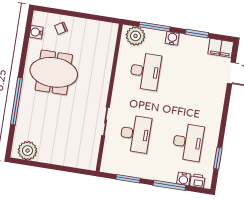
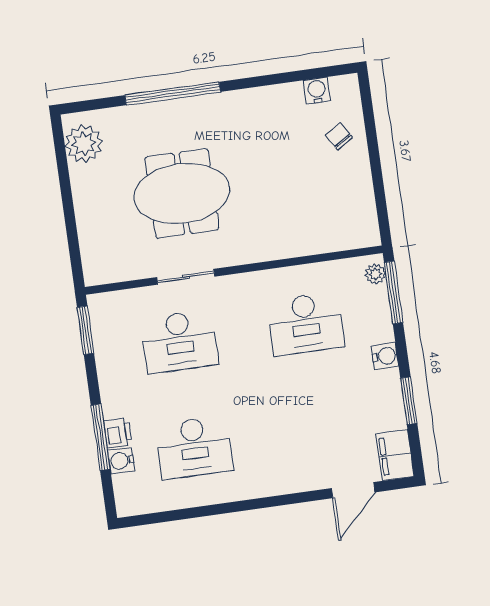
window: (154, 27) -> (394, 292), moved
plant: (136, 36) -> (375, 274), width x0.53, depth x0.53
meeting table: (54, 72) -> (182, 193), moved, turned 90
window: (218, 158) -> (181, 514), removed
window: (128, 179) -> (86, 330), moved
printer: (197, 181) -> (118, 433), moved

